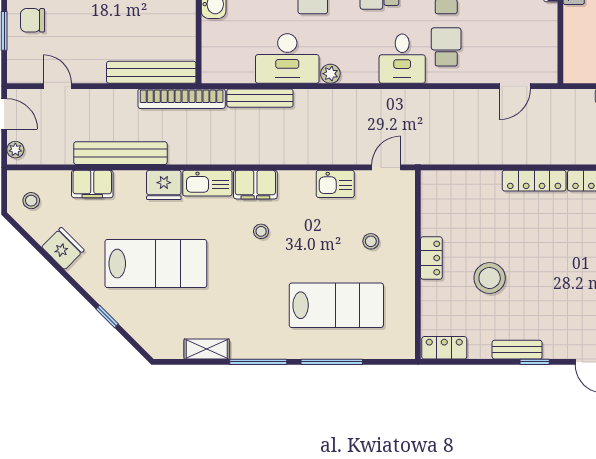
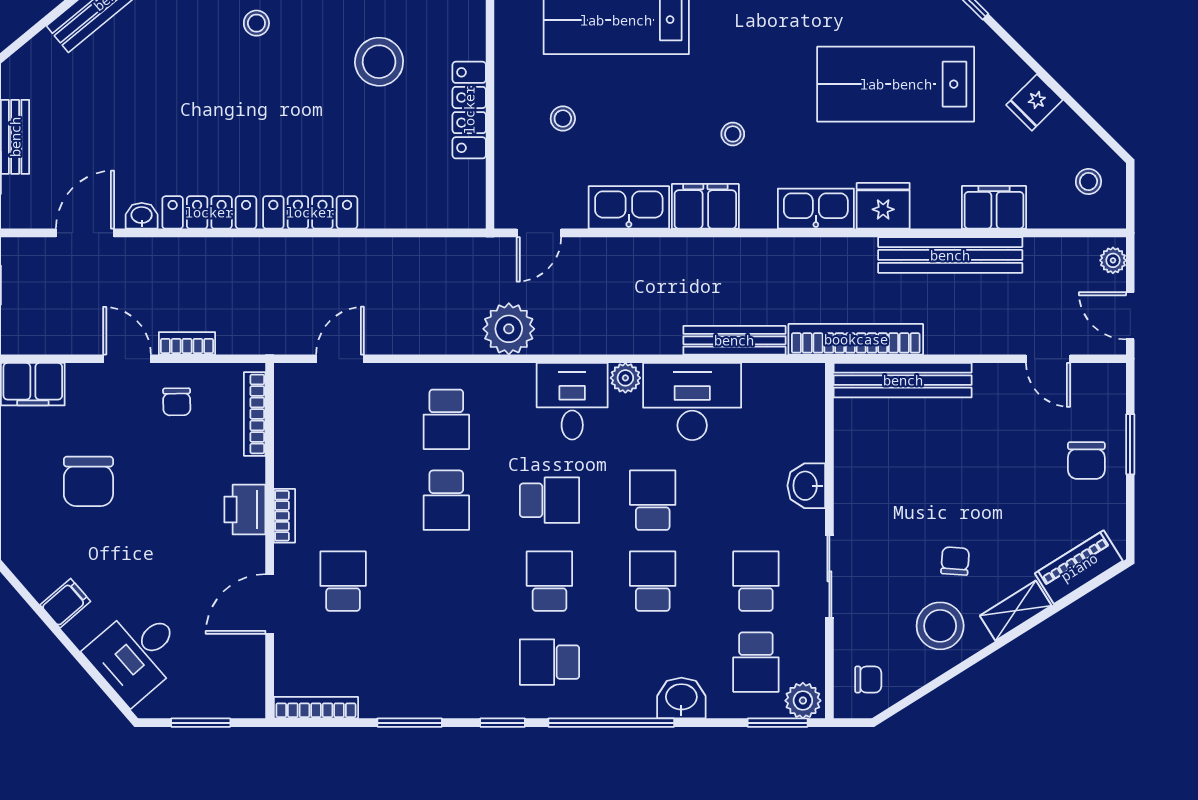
chair: (33, 20) -> (1086, 461), turned 90
bookcase: (570, 50) -> (255, 414), added
desk: (402, 59) -> (572, 401), moved
plant: (406, 105) -> (509, 329), added
kitchen sink: (335, 184) -> (629, 207), width x1.38
filing cabinet: (255, 185) -> (705, 206), moved
fridge: (63, 248) -> (1034, 102), width x0.72
locker: (431, 258) -> (469, 110), width x1.53
stool: (569, 303) -> (256, 23), added

